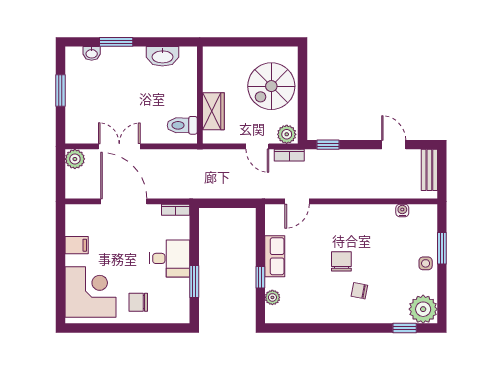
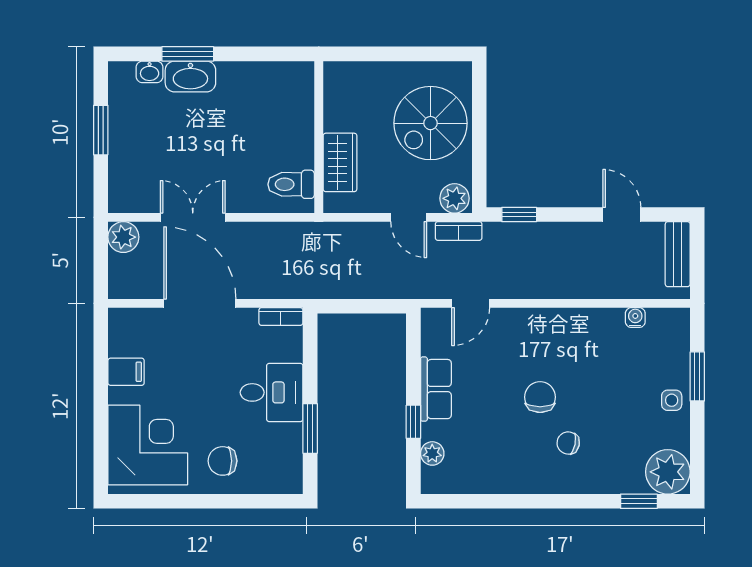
washbasin: (162, 56) -> (190, 76), moved

